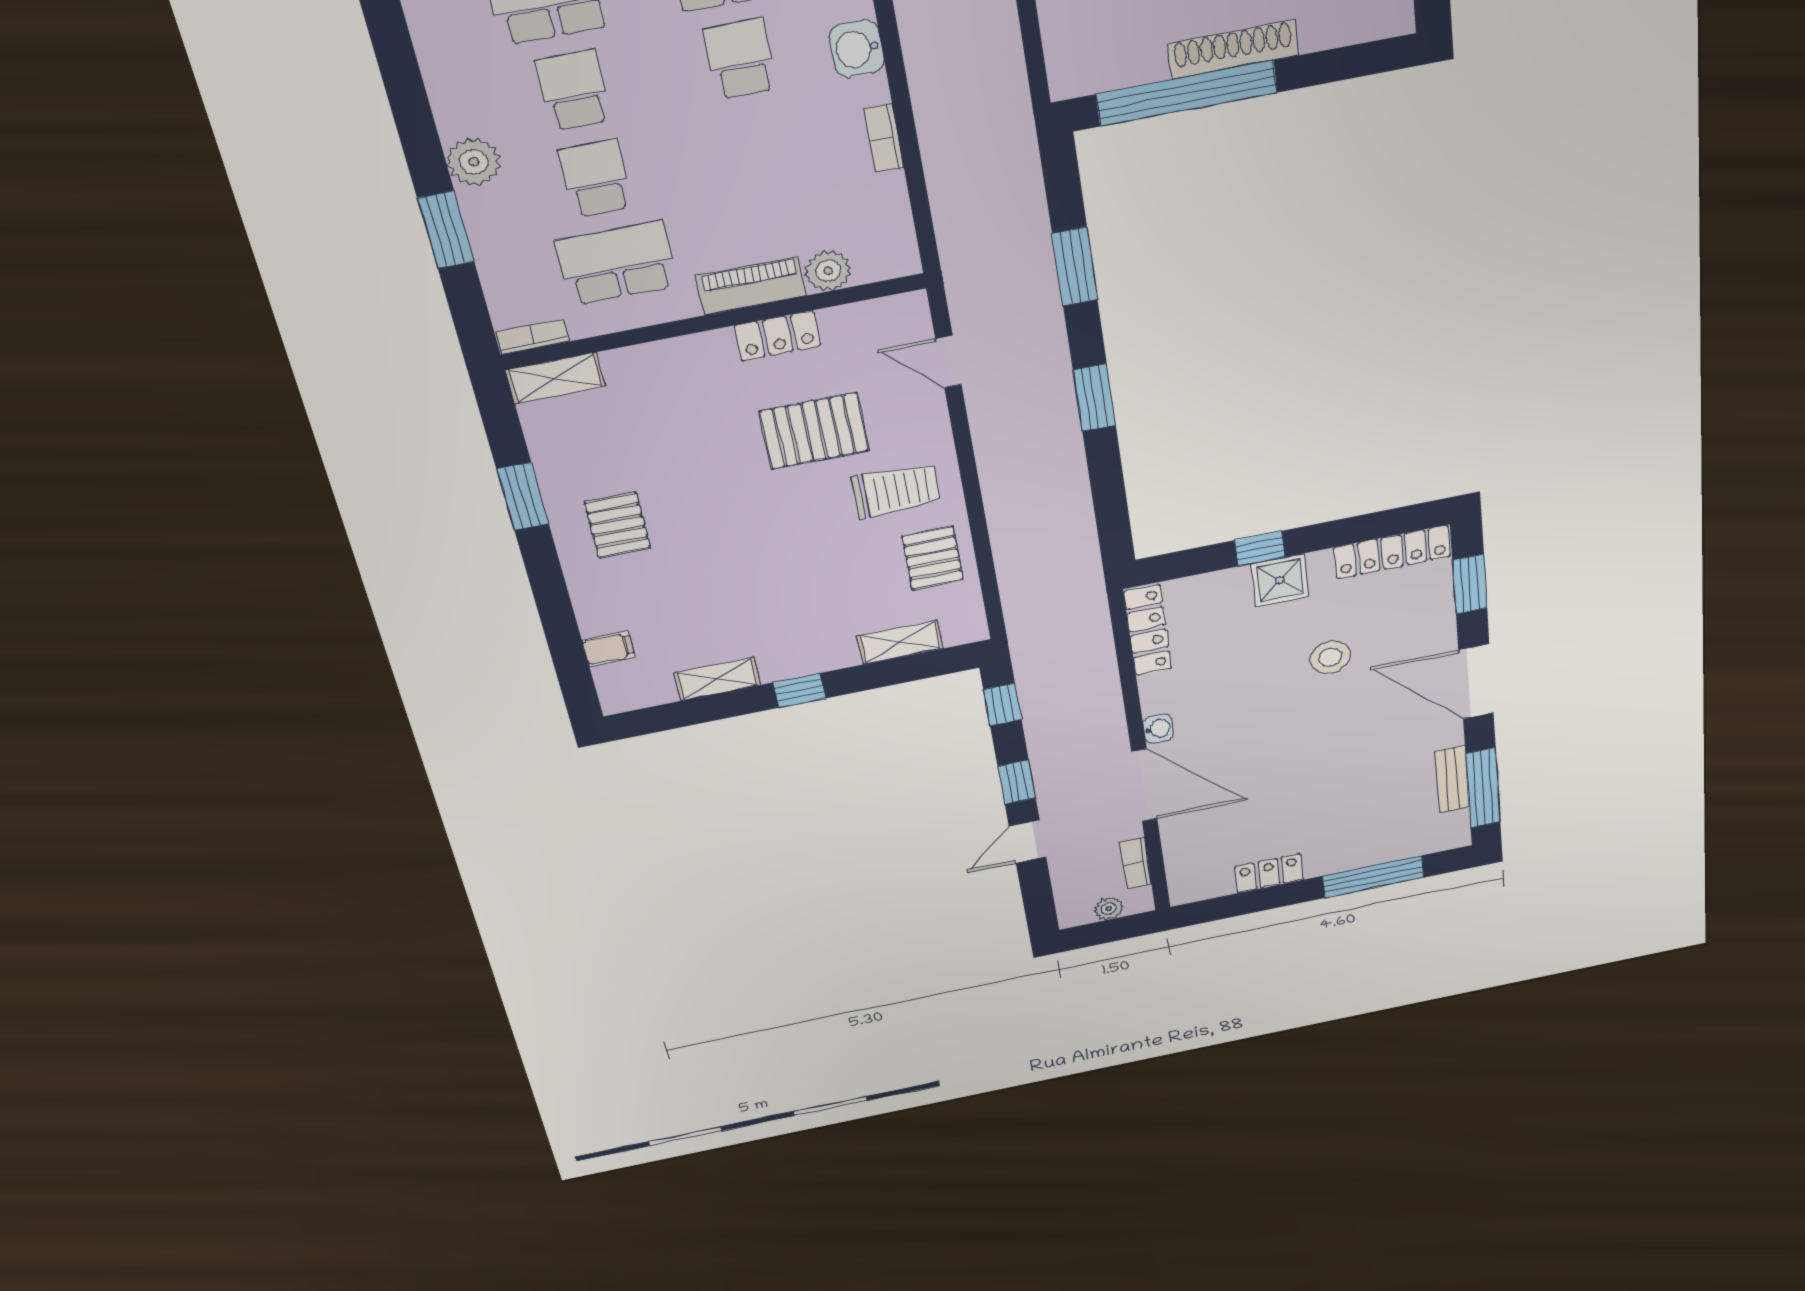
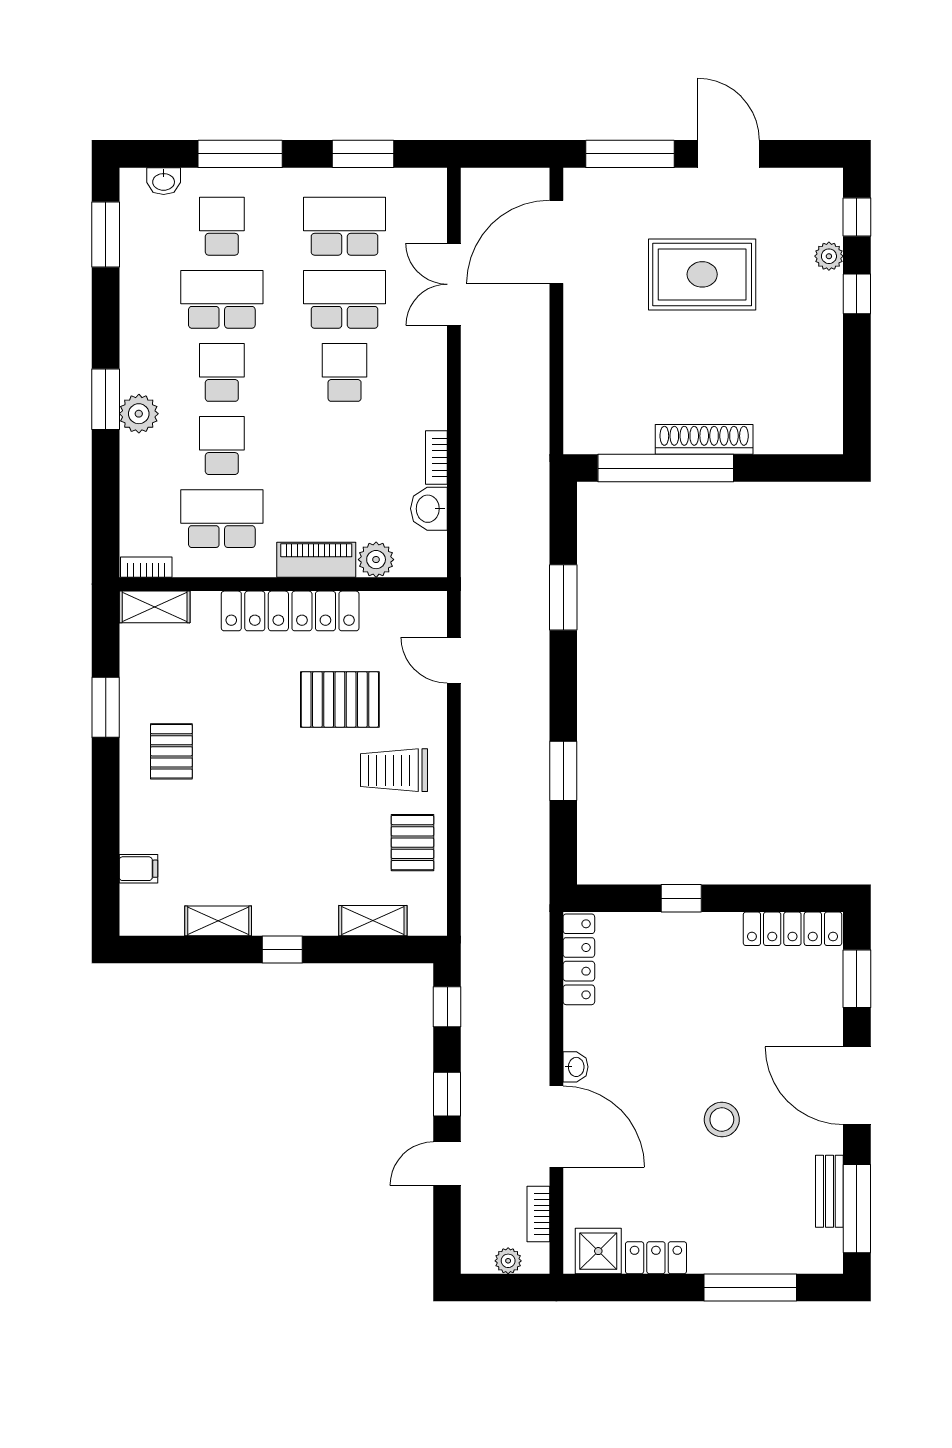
washbasin: (857, 49) -> (429, 509), moved
window: (446, 230) -> (106, 399), moved
locker: (778, 336) -> (290, 611), width x2.16, depth x1.21
window: (1094, 398) -> (563, 771), moved
trolley: (896, 490) -> (394, 770), turned 180
shower: (1280, 580) -> (598, 1251), moved
stool: (1330, 657) -> (722, 1120), moved

